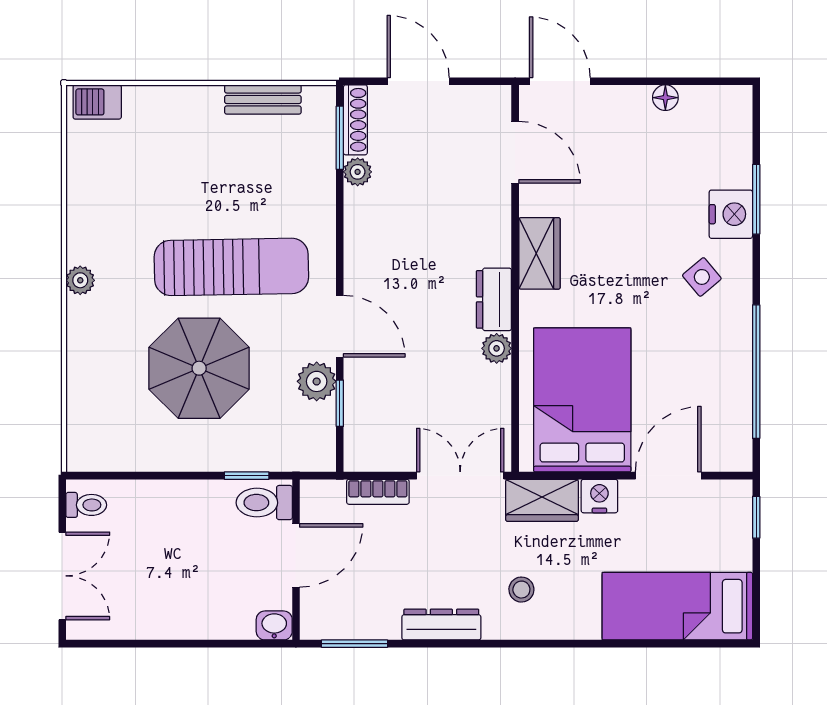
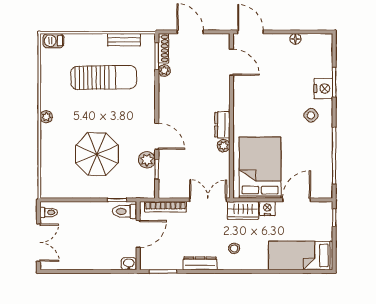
wardrobe: (540, 253) -> (242, 105), removed
sun lounger: (231, 267) -> (104, 77), moved
bookcase: (378, 492) -> (166, 207), width x1.56

